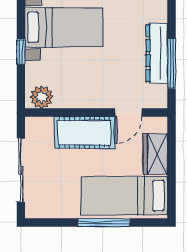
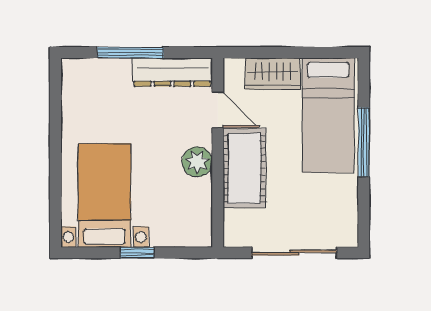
dresser: (157, 53) -> (172, 72), moved
window: (171, 64) -> (130, 52), moved
plant: (42, 97) -> (197, 162), moved

